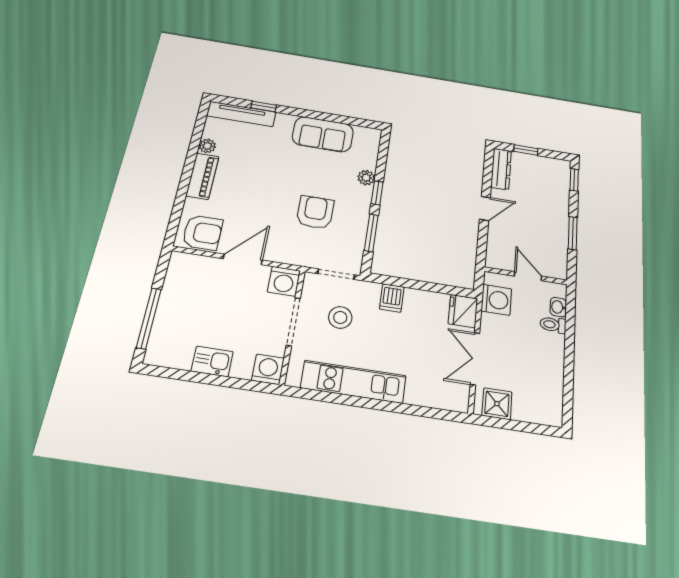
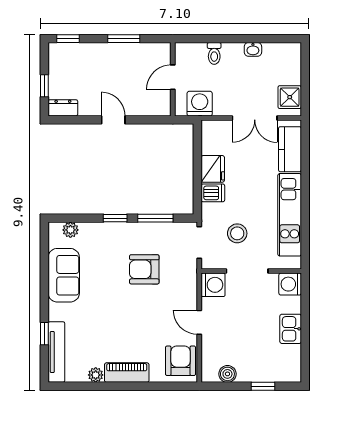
dresser: (501, 169) -> (63, 108), width x0.70
plant: (366, 178) -> (70, 230), moved
door: (243, 259) -> (199, 322), width x0.73
boiler: (174, 280) -> (227, 374), added
washbasin: (558, 307) -> (253, 49), moved
fridge: (463, 311) -> (213, 169), moved, turned -90
window: (149, 318) -> (263, 386), width x0.46
kitchen counter: (434, 394) -> (290, 149), added

